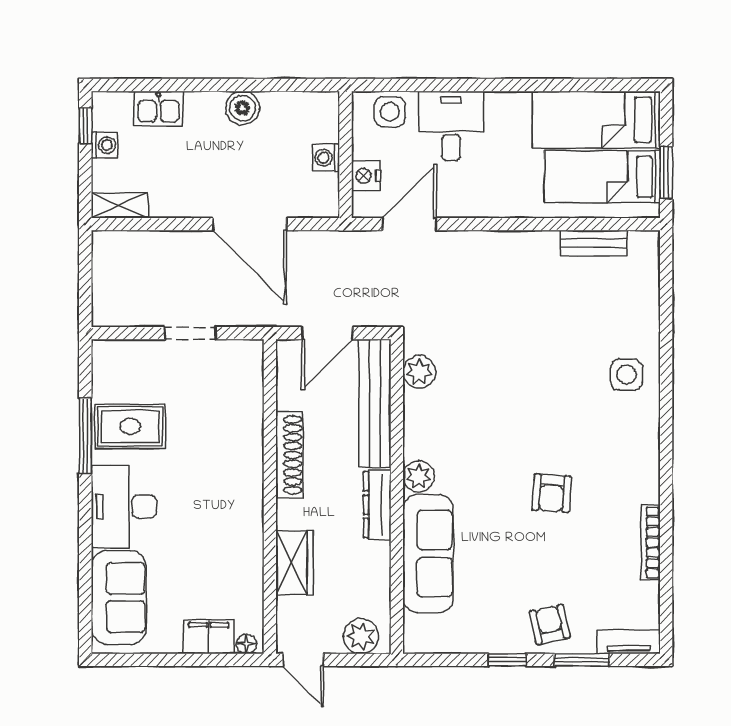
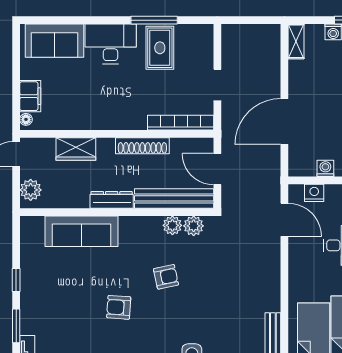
bookcase: (252, 393) -> (181, 123), added
plant: (419, 476) -> (172, 225), moved
armchair: (550, 624) -> (166, 277), moved

